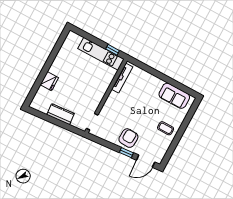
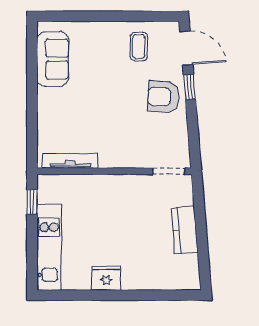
kitchen unit: (101, 54) -> (49, 247), moved
fridge: (49, 81) -> (106, 278), moved
coffee table: (166, 128) -> (139, 46), moved

